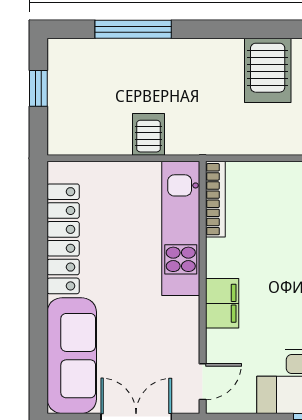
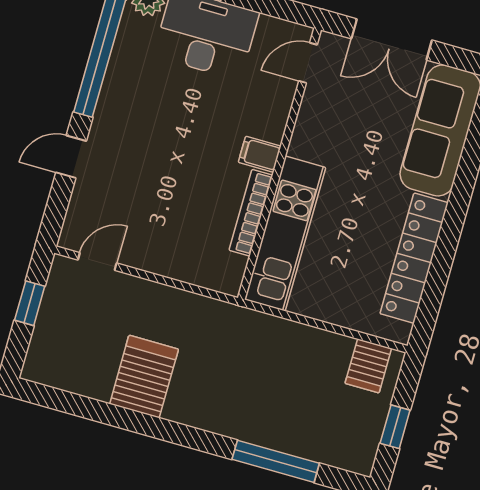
server rack: (148, 134) -> (368, 366), moved
bookcase: (215, 199) -> (251, 213), moved
filing cabinet: (222, 303) -> (260, 154), width x0.50

